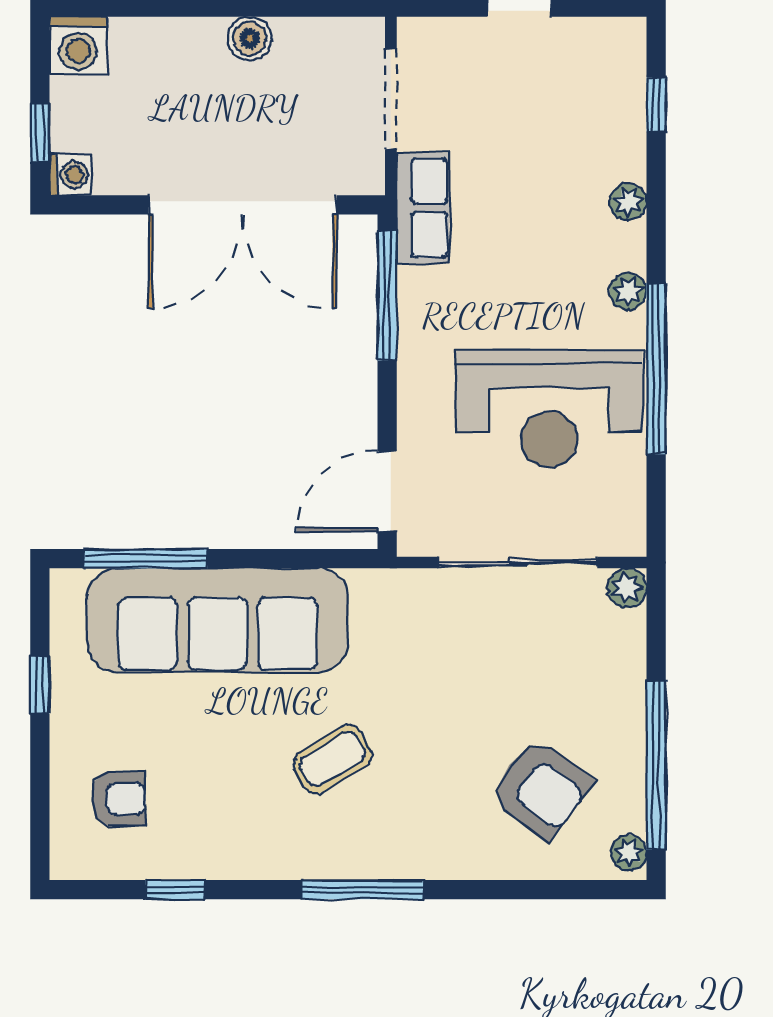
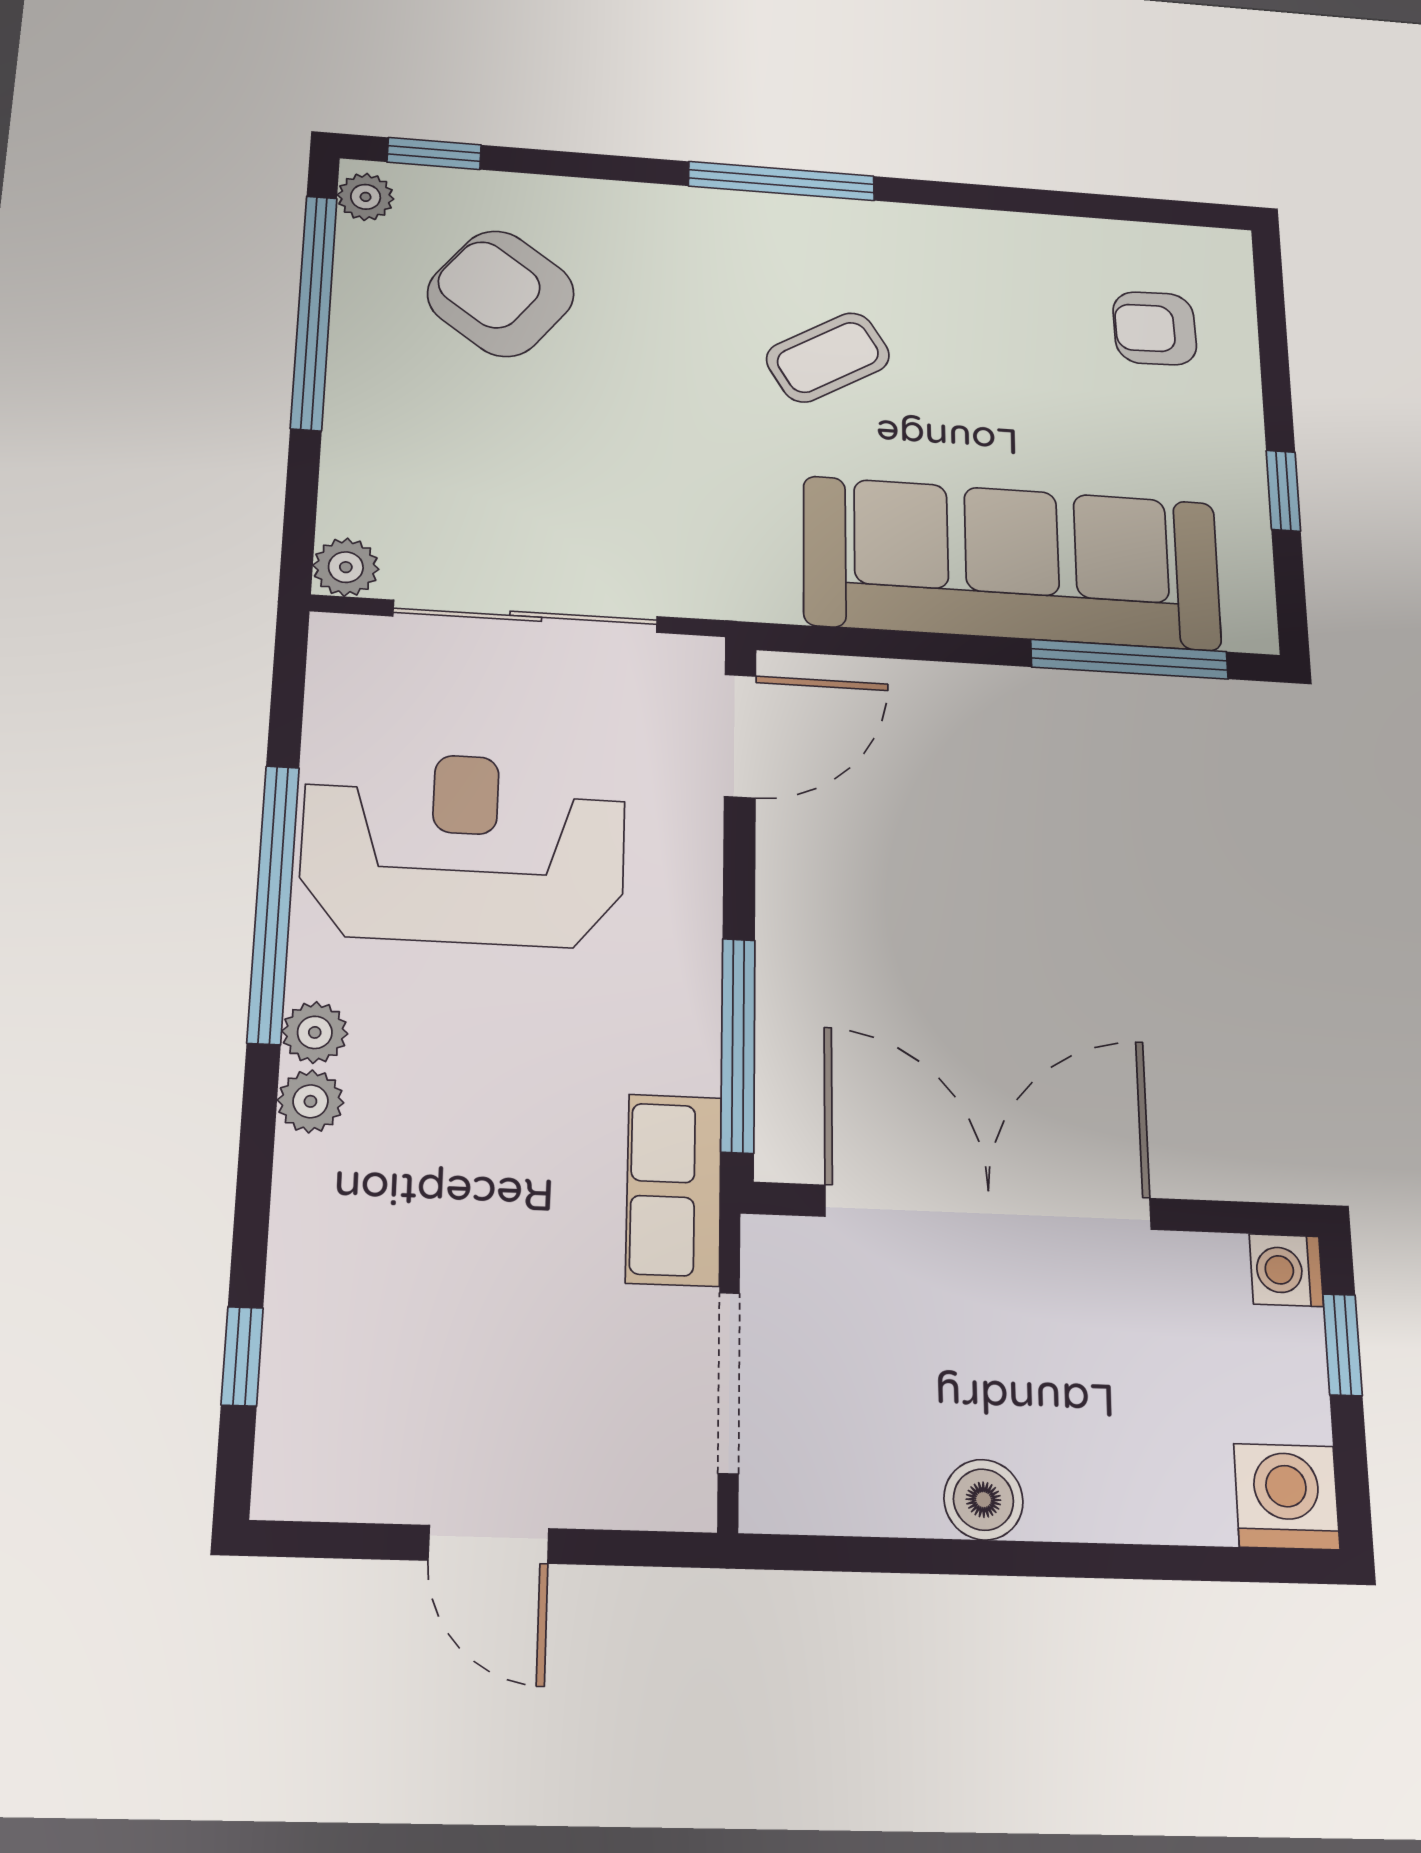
plant: (628, 202) -> (310, 1101), moved
window: (175, 890) -> (434, 153), moved

